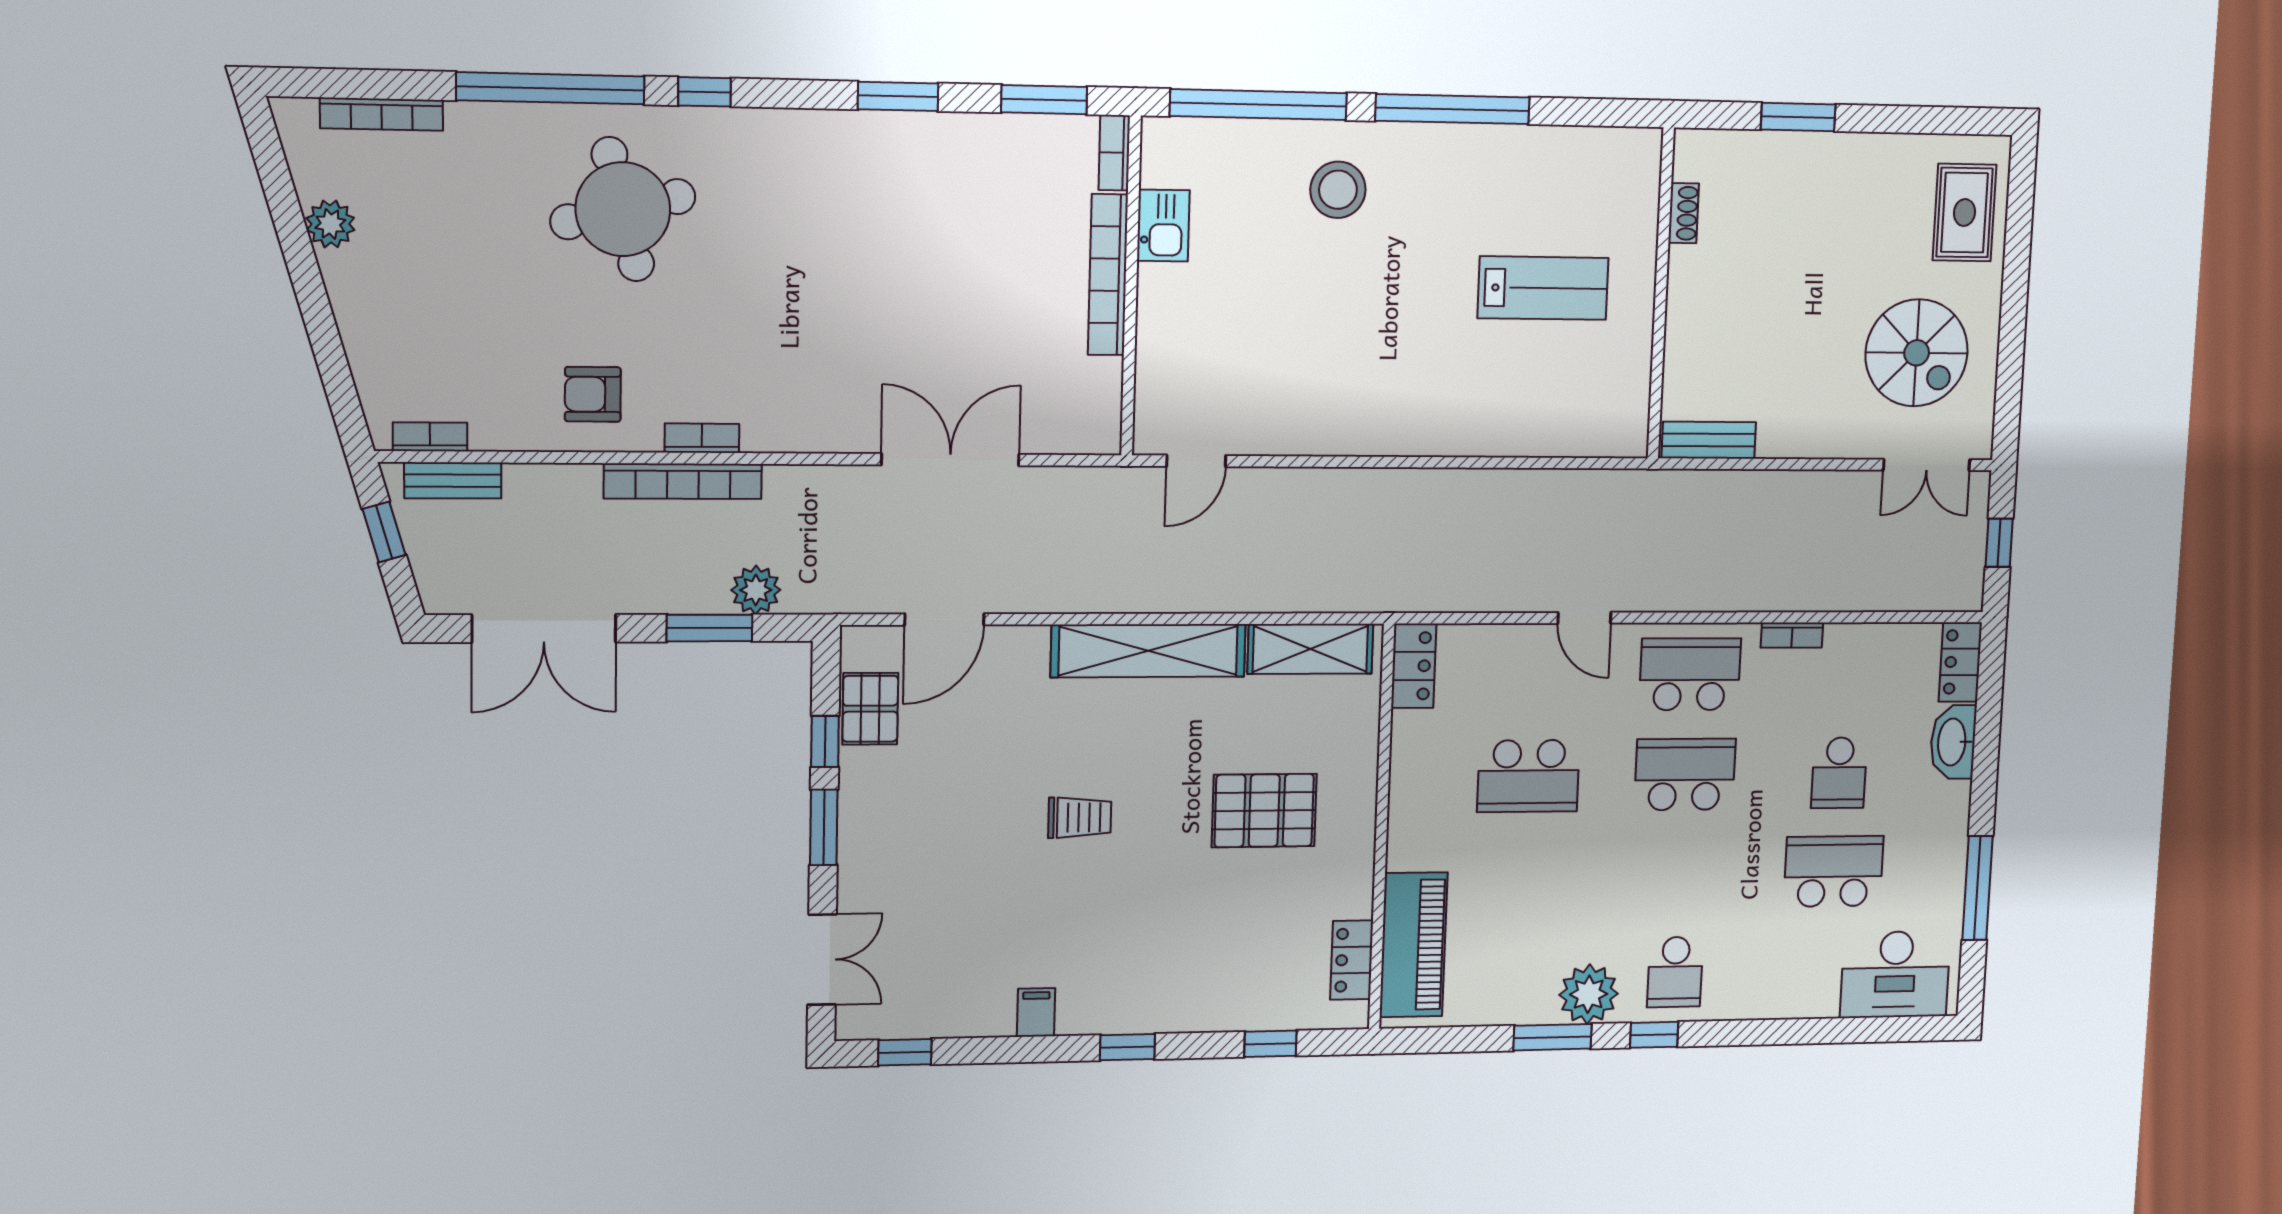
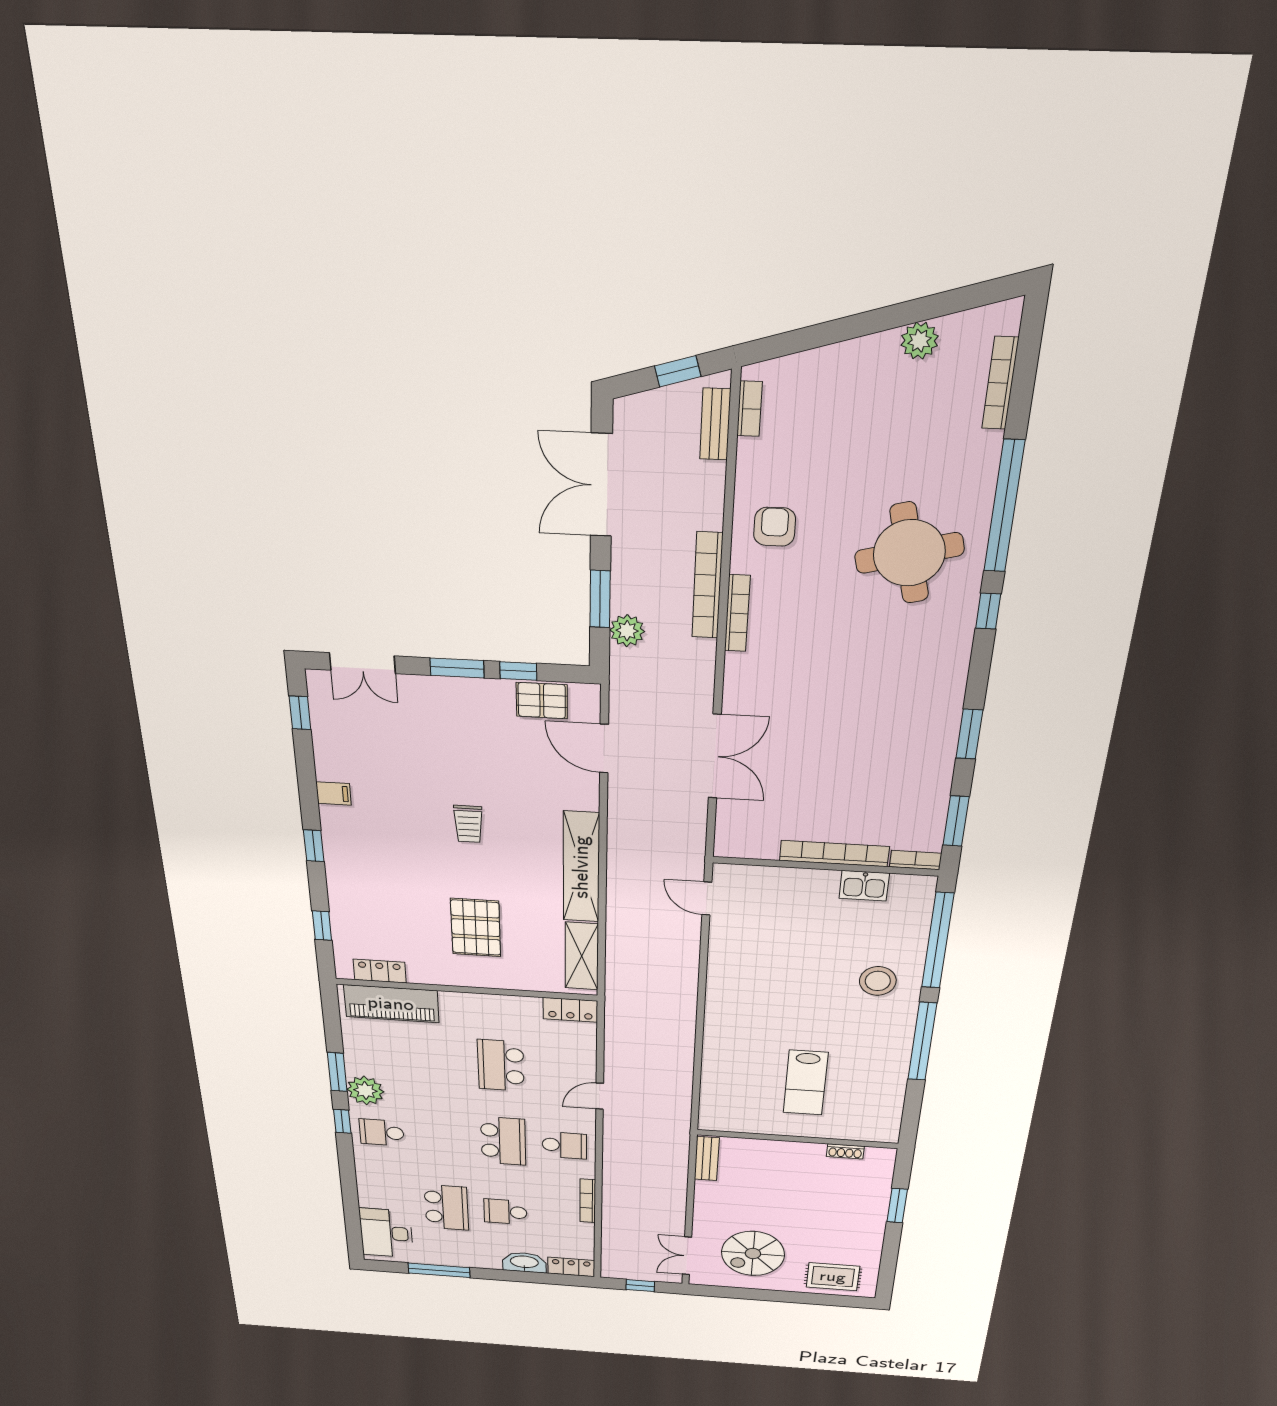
bookcase: (702, 438) -> (737, 613), width x1.56
bookcase: (1792, 635) -> (588, 1201), width x1.56
school desk: (1690, 674) -> (564, 1145), width x0.54

